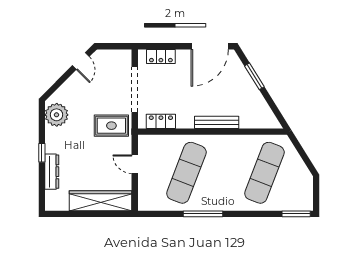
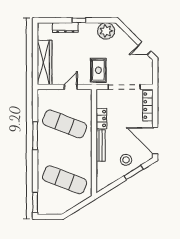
locker: (161, 57) -> (148, 106), width x1.53
stool: (237, 87) -> (126, 160), added
locker: (161, 121) -> (101, 119), moved

